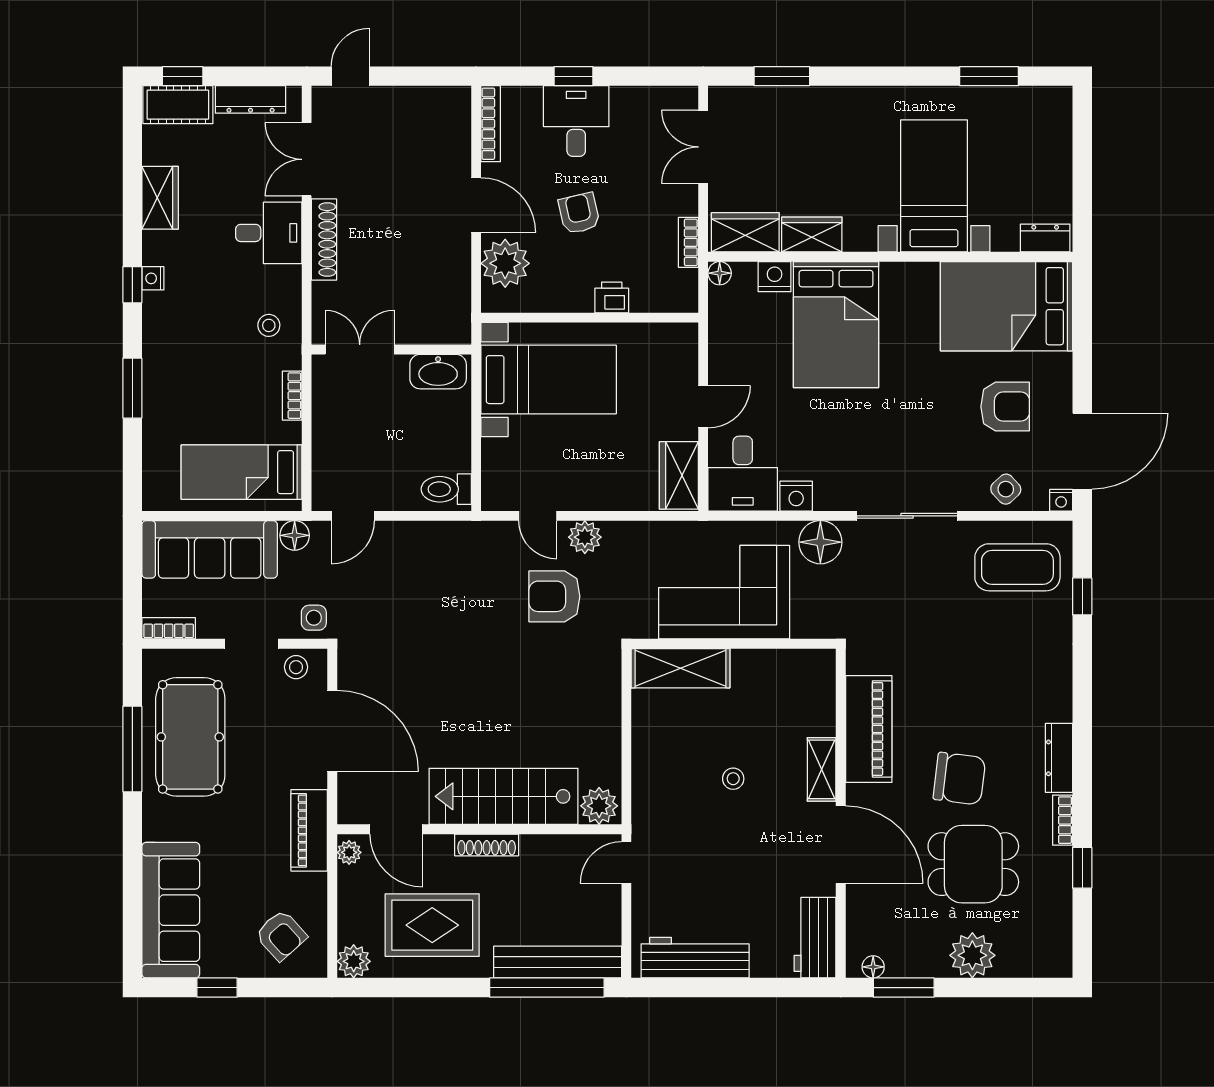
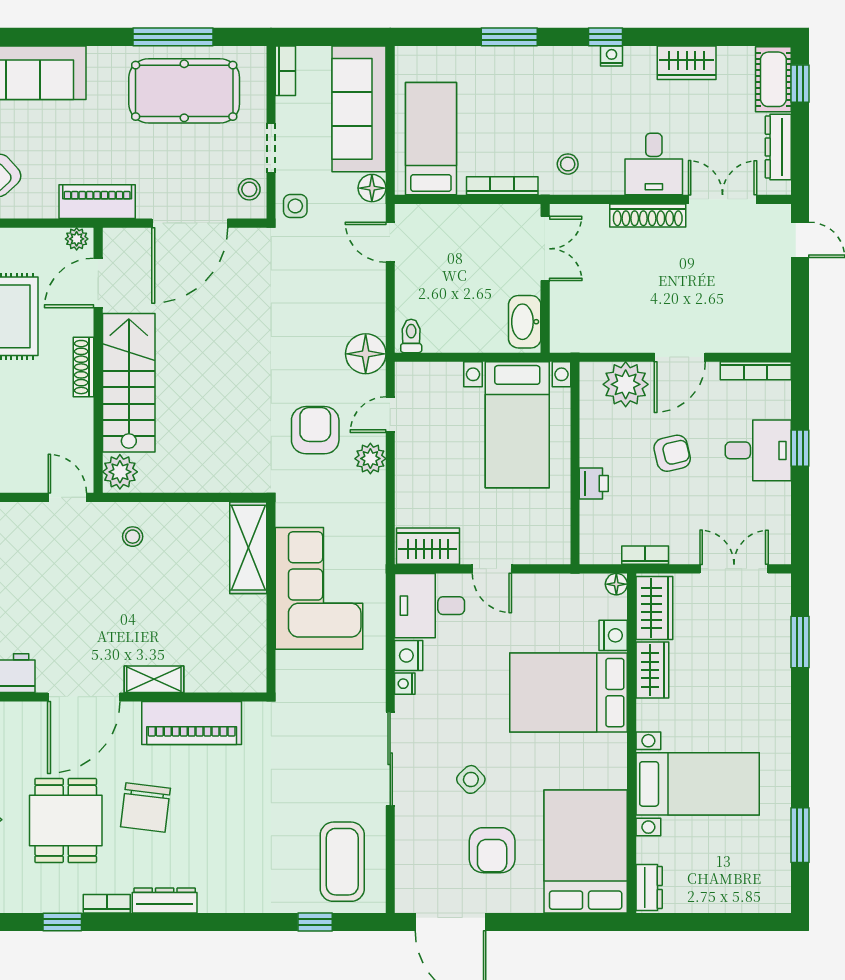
bookcase: (292, 396) -> (502, 186), width x1.56
toilet: (446, 489) -> (411, 336), width x0.73, depth x0.72
side table: (1006, 489) -> (471, 779), moved
nightstand: (1061, 500) -> (405, 684), moved
floor lamp: (820, 542) -> (366, 354), moved
stool: (733, 779) -> (133, 537), moved

